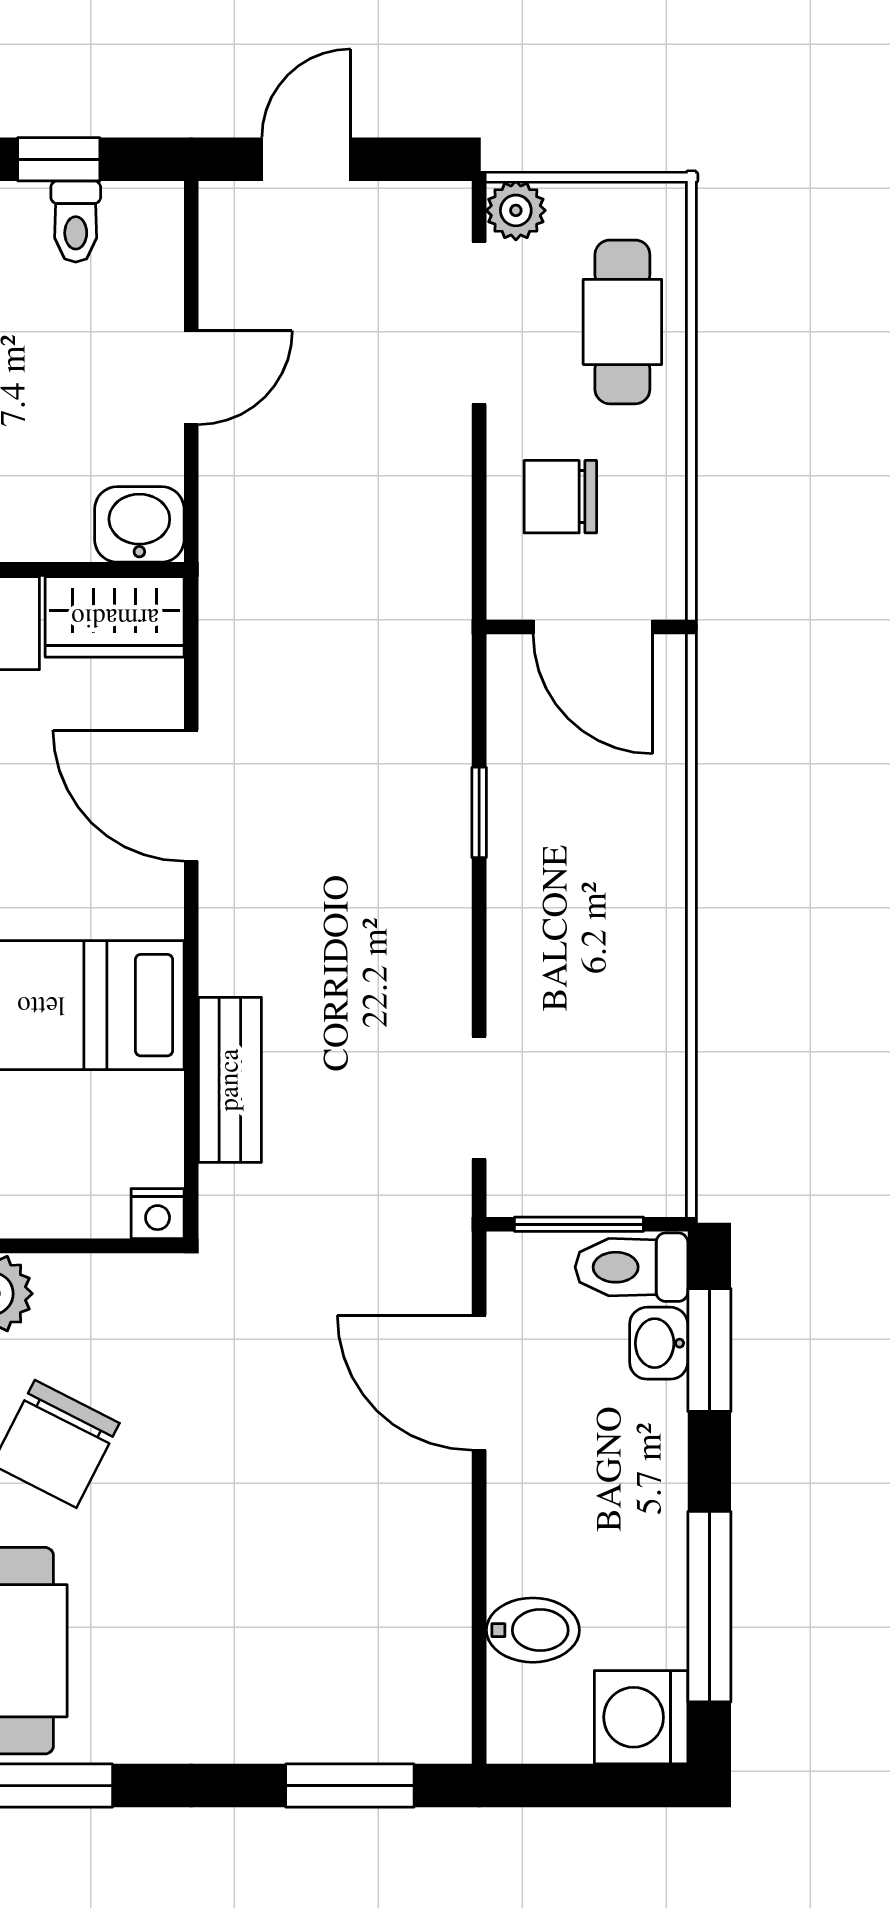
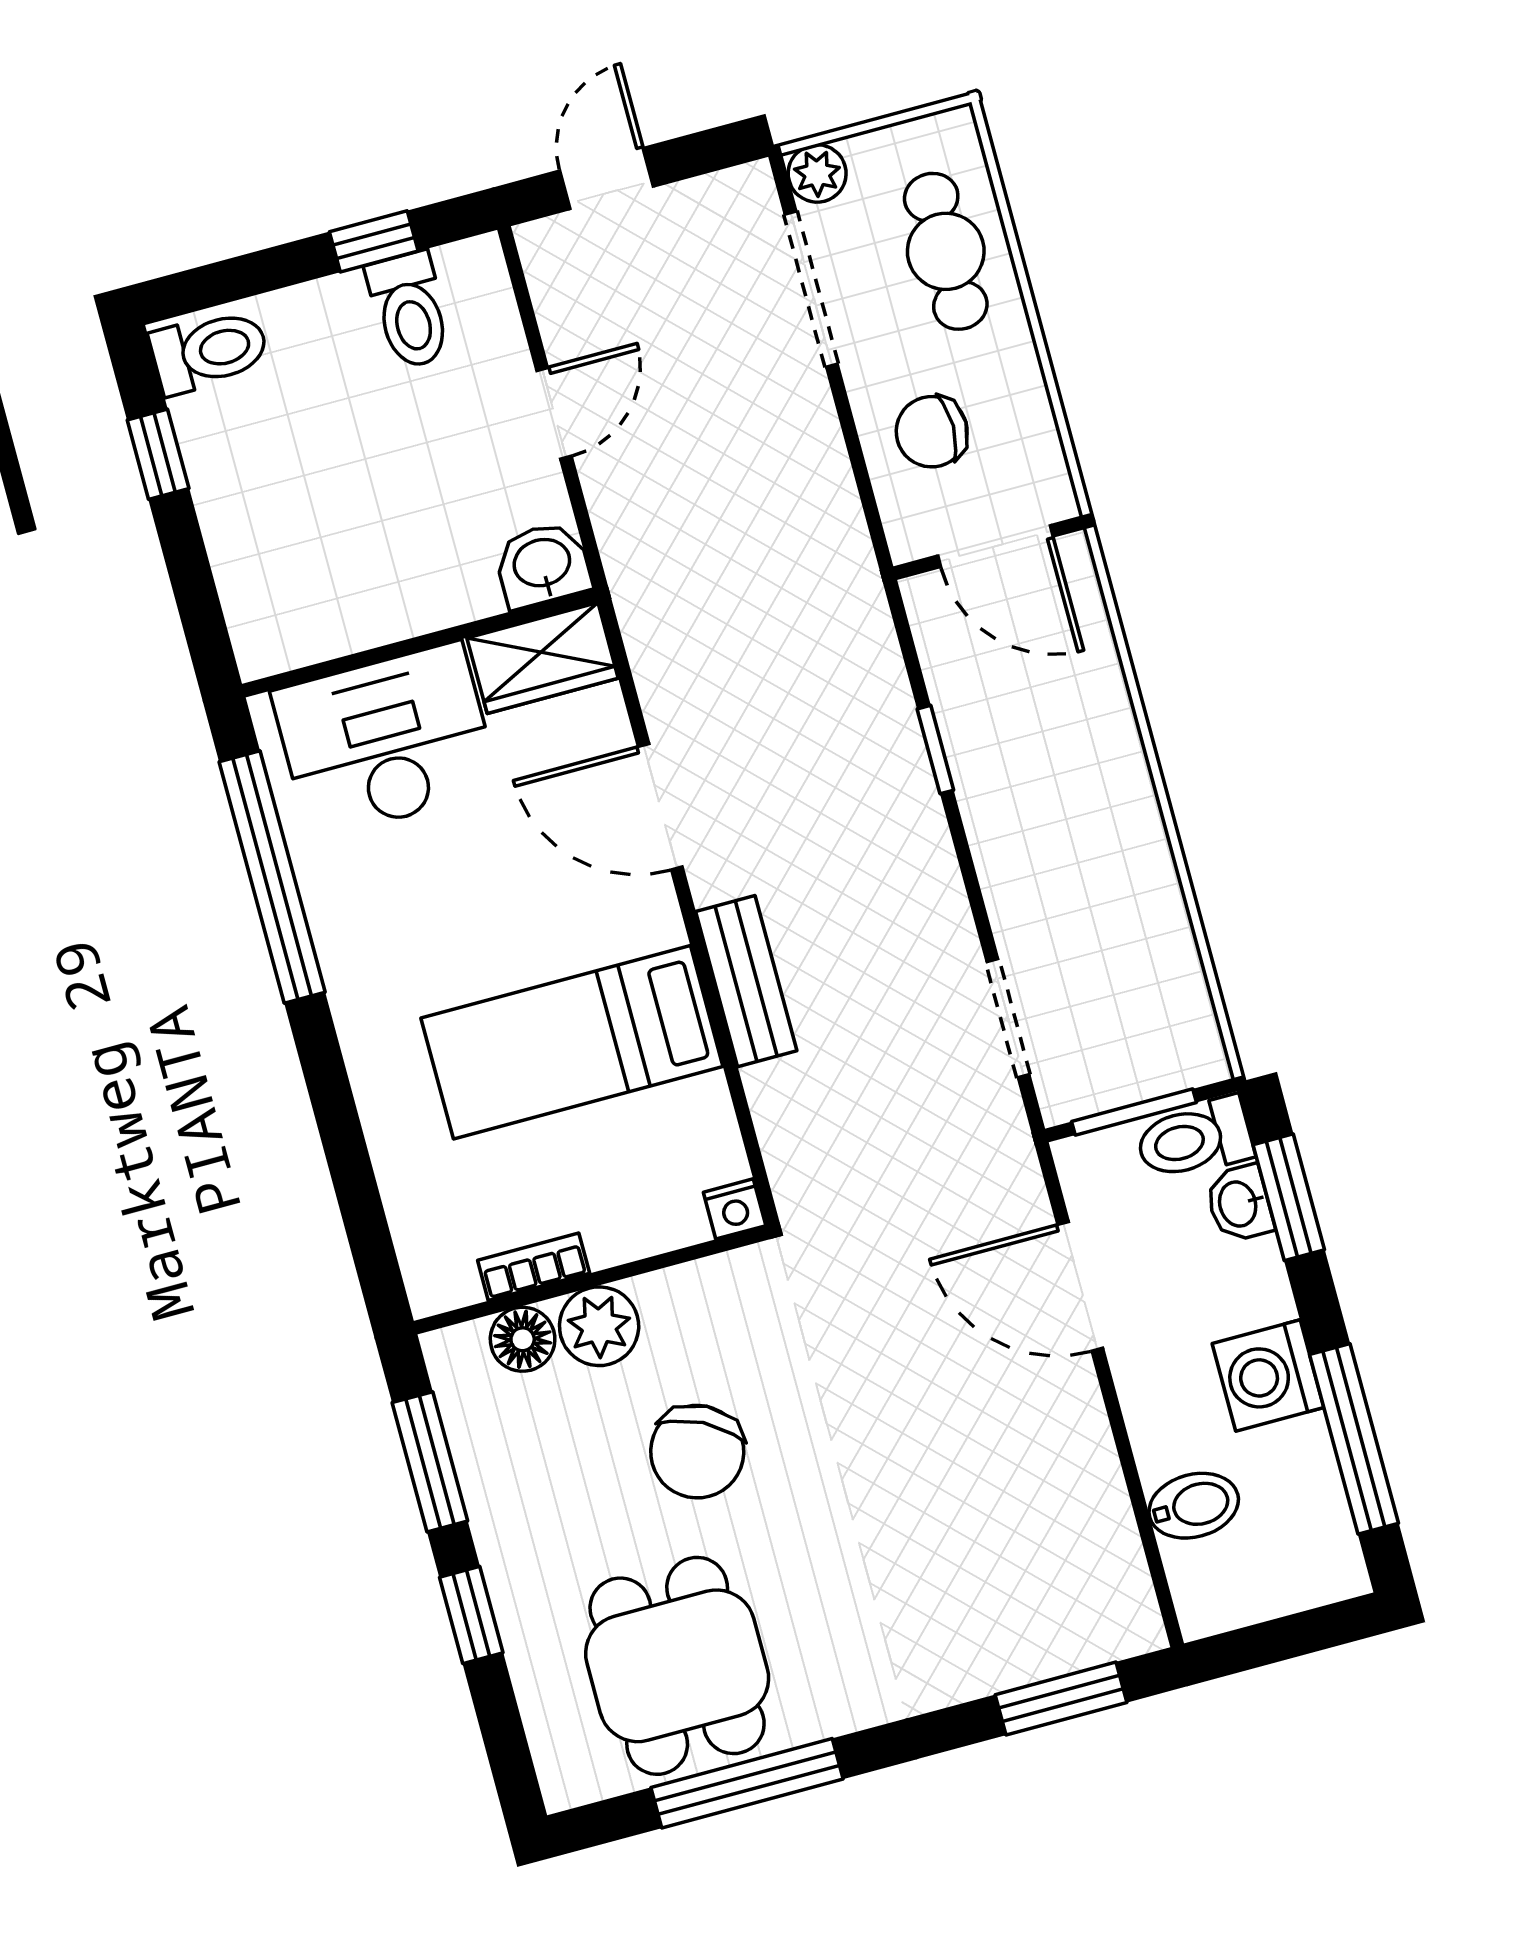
toilet: (76, 221) -> (410, 310), width x1.37, depth x1.39
bench: (230, 1080) -> (746, 981), moved
washing machine: (641, 1717) -> (1268, 1376), moved

